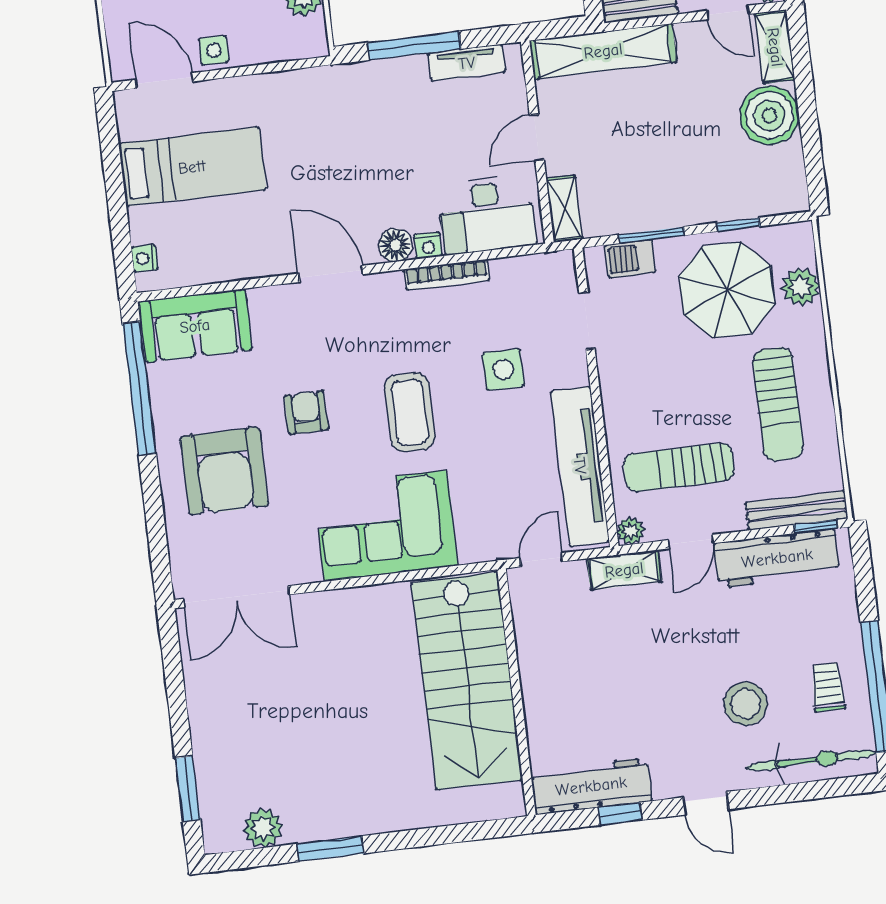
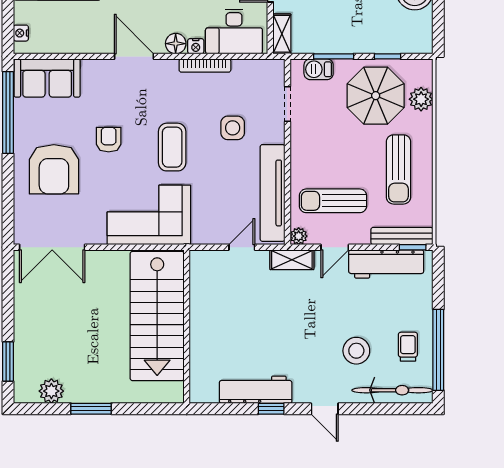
stairs: (467, 681) -> (157, 316), moved
wall: (516, 692) -> (187, 327), moved

